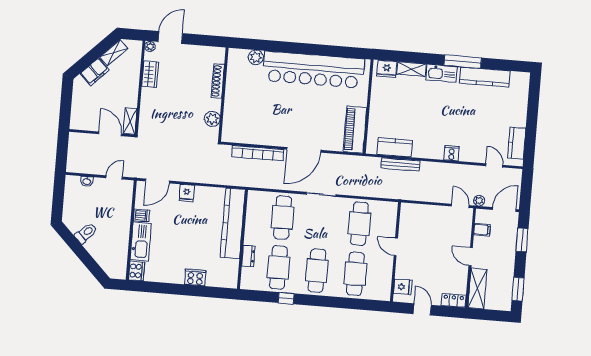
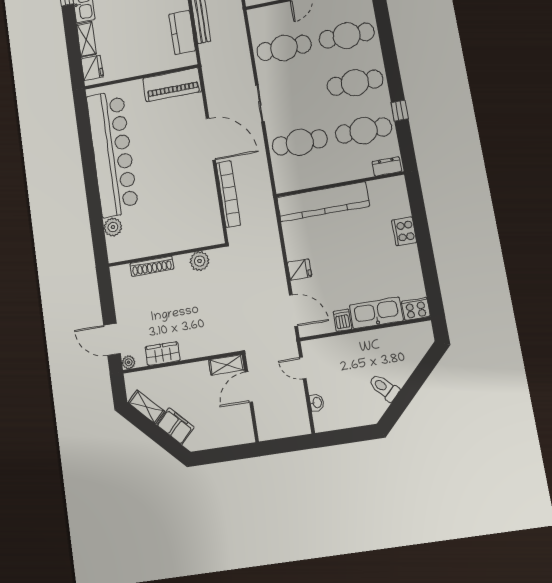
dresser: (248, 256) -> (387, 166), moved

